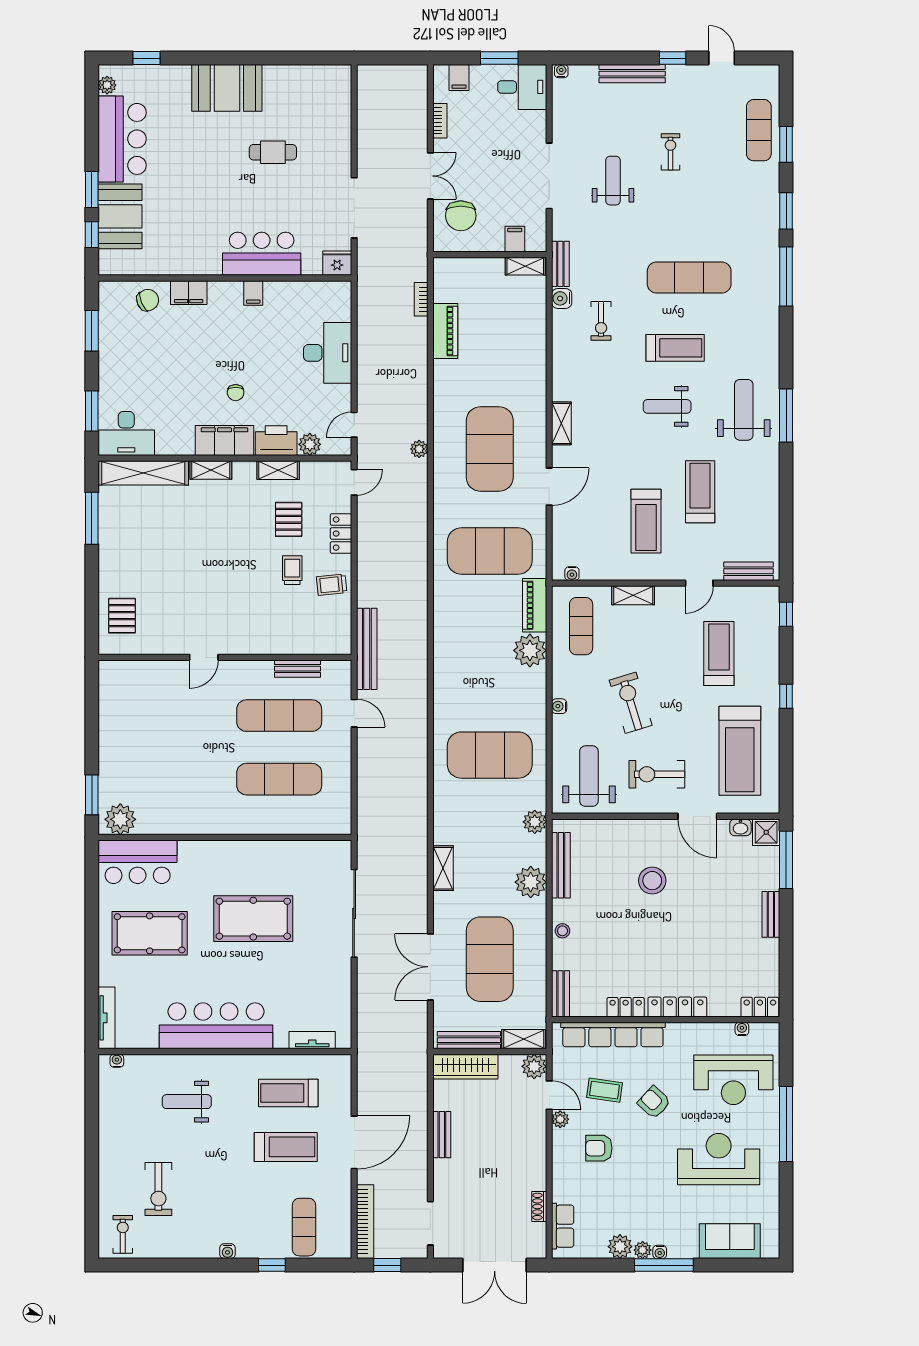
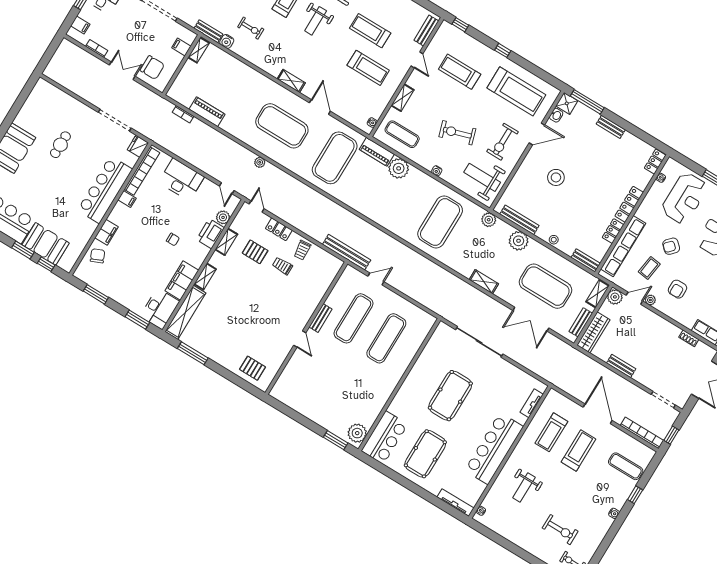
bar counter: (262, 254) -> (105, 190), width x1.36
bookcase: (306, 290) -> (142, 171), added
filing cabinet: (225, 440) -> (182, 281), moved
bench: (297, 669) -> (320, 318), moved
bench: (469, 1040) -> (581, 322), width x0.73

